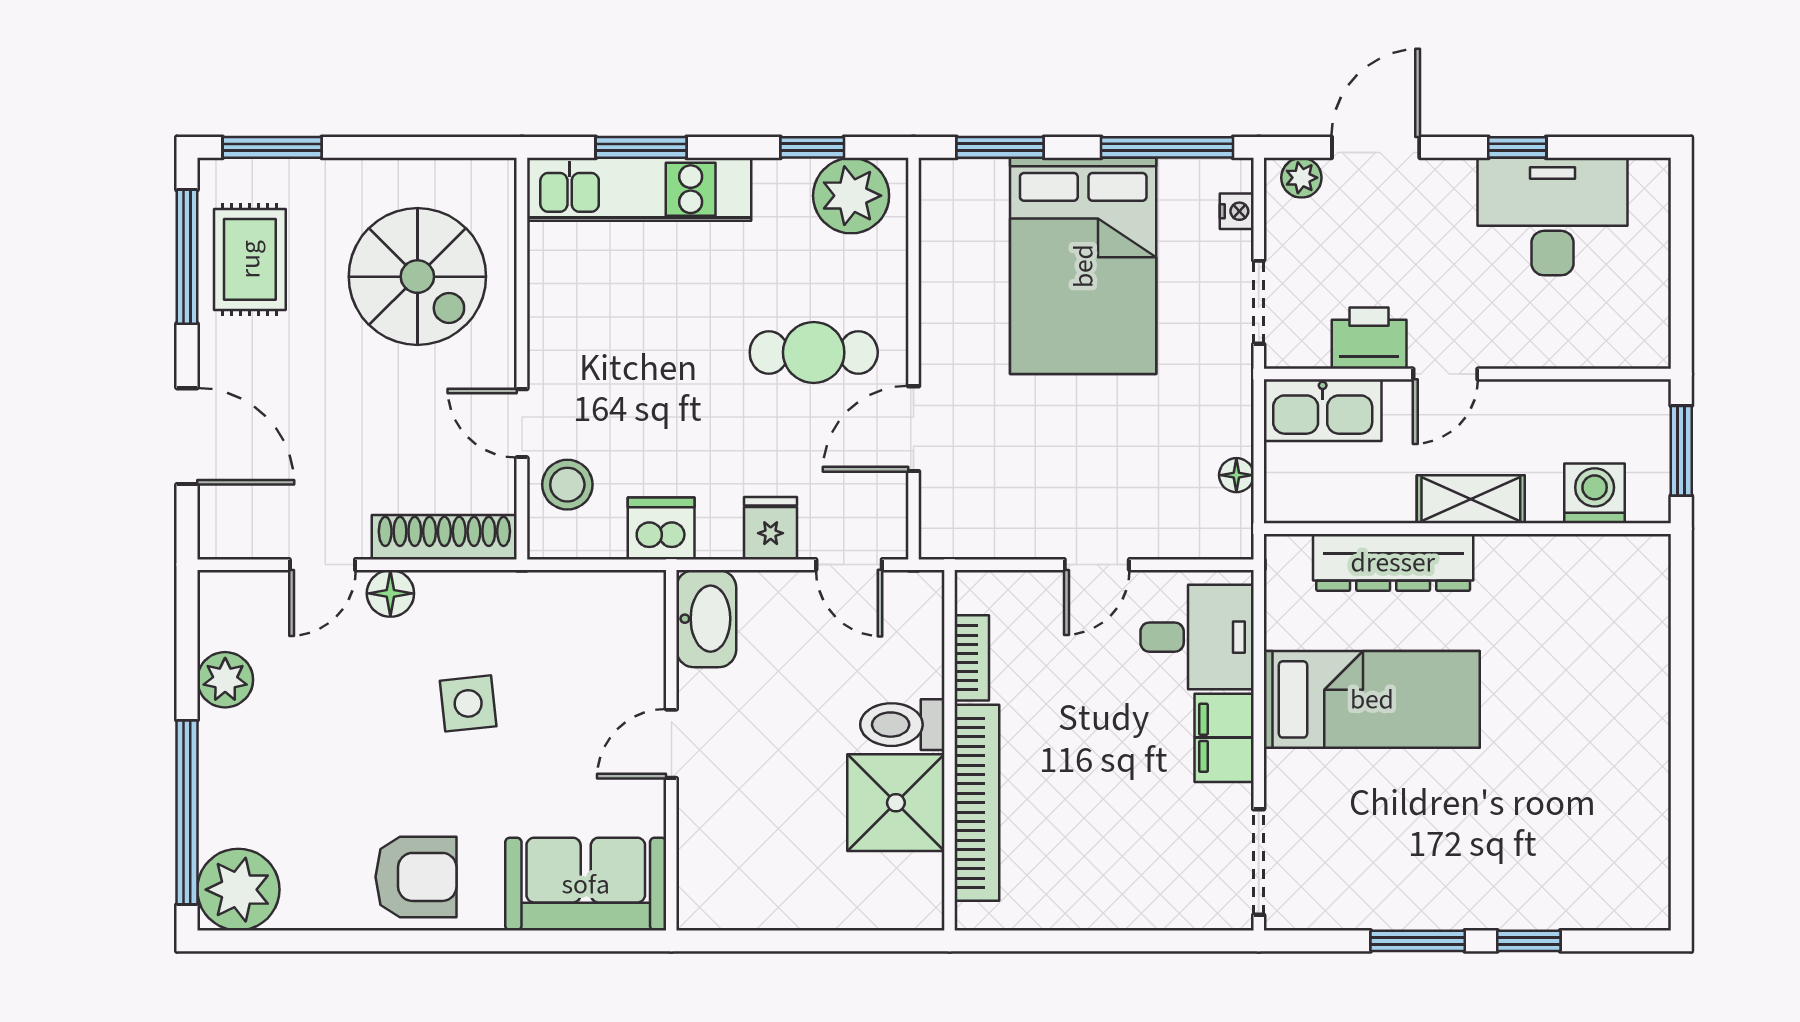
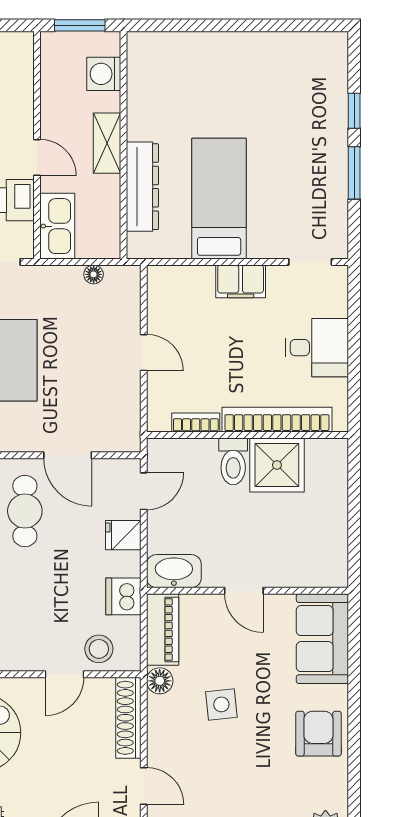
floor lamp: (390, 593) -> (160, 681), moved
piano: (602, 599) -> (163, 629), added
desk: (1197, 637) -> (317, 348), moved, turned 90
doorway: (1259, 862) -> (310, 262), width x0.73

